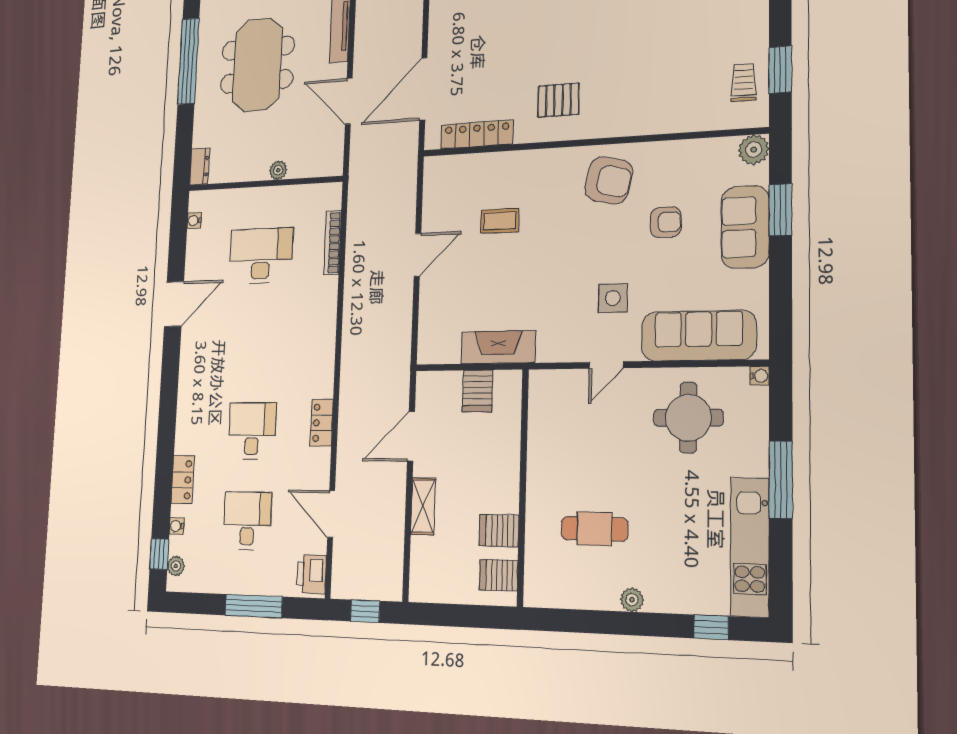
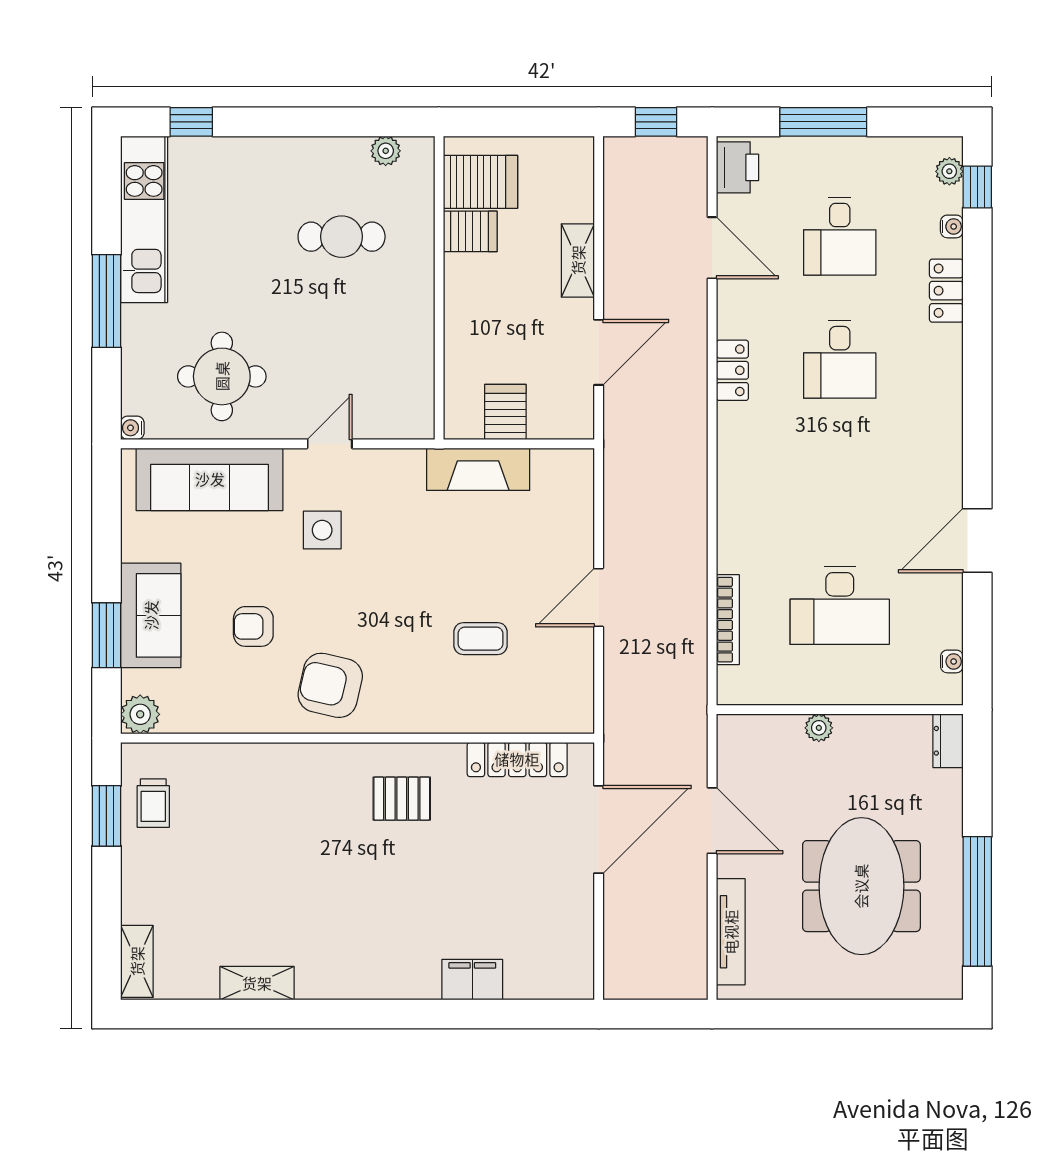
server rack: (499, 575) -> (480, 182), width x1.36, depth x1.44
plant: (632, 600) -> (386, 151), moved

